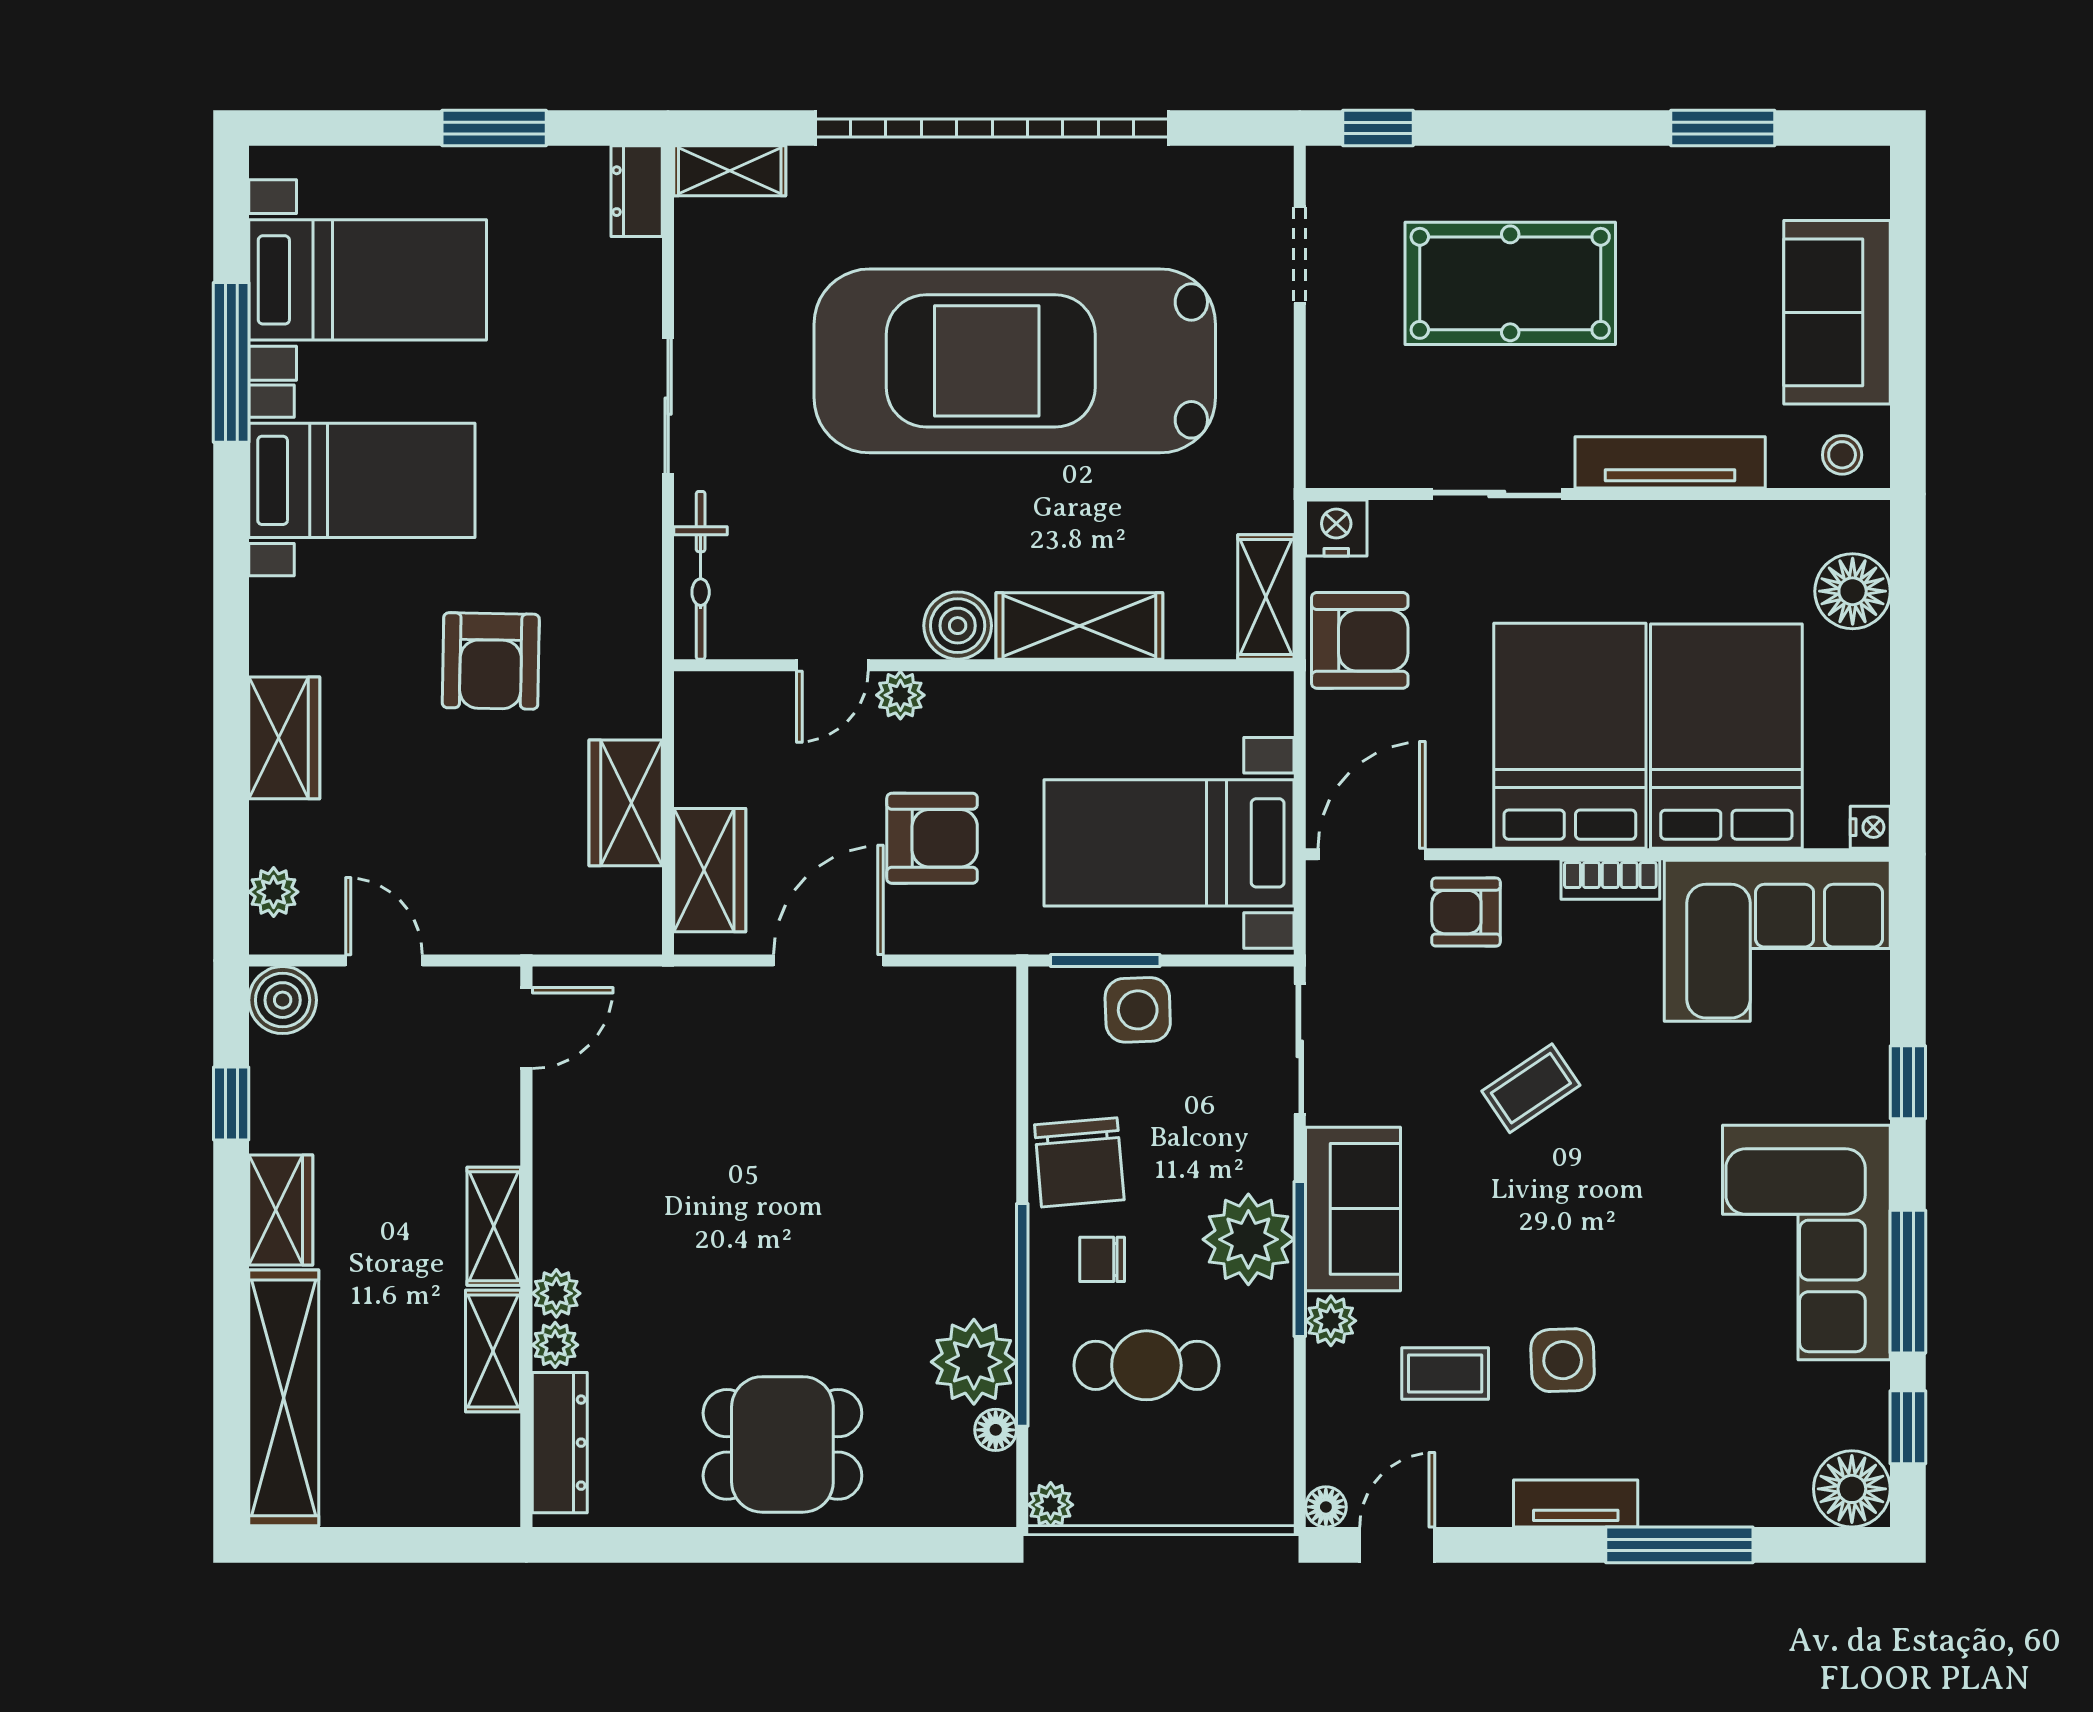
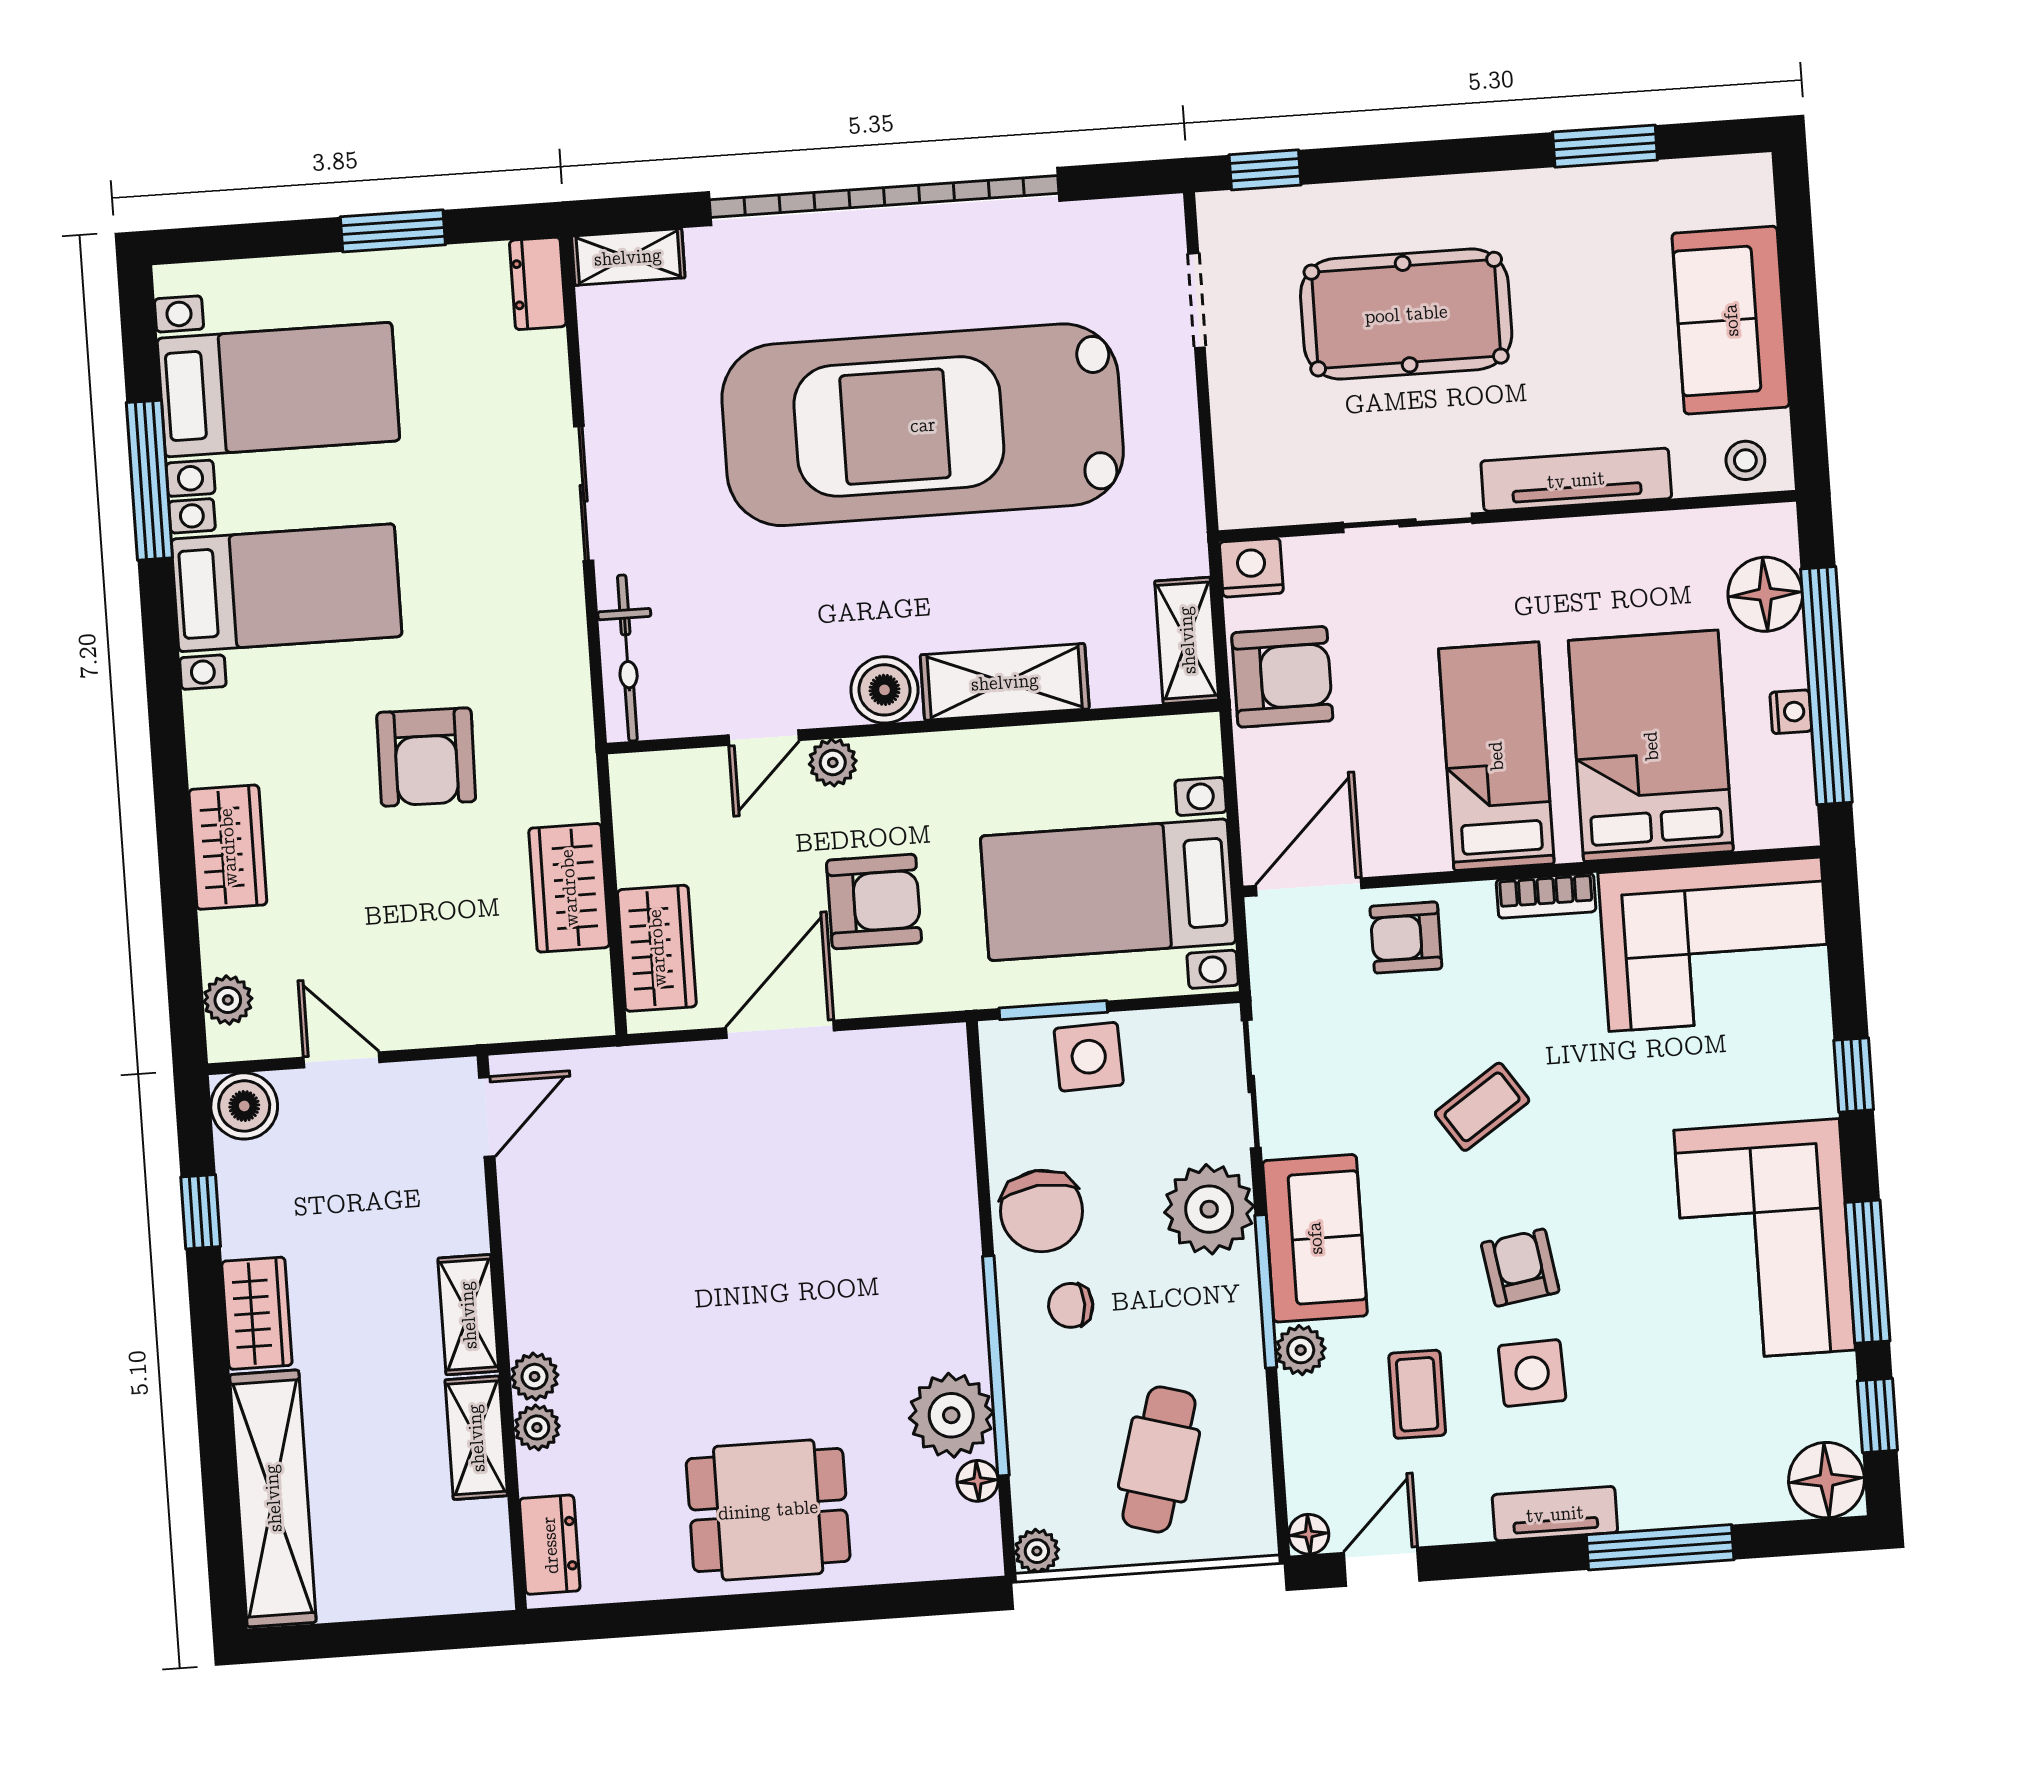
window: (1908, 688) -> (1826, 686), added
bed: (1570, 736) -> (1496, 756), width x0.67
nightstand: (1870, 827) -> (1791, 712), moved
plant: (1248, 1239) -> (1209, 1209), moved
armchair: (1558, 1253) -> (1520, 1268), added
cafe table: (1146, 1365) -> (1159, 1459), moved, turned -74
coffee table: (1445, 1374) -> (1417, 1394), turned 90
dresser: (560, 1443) -> (550, 1545), width x0.70

